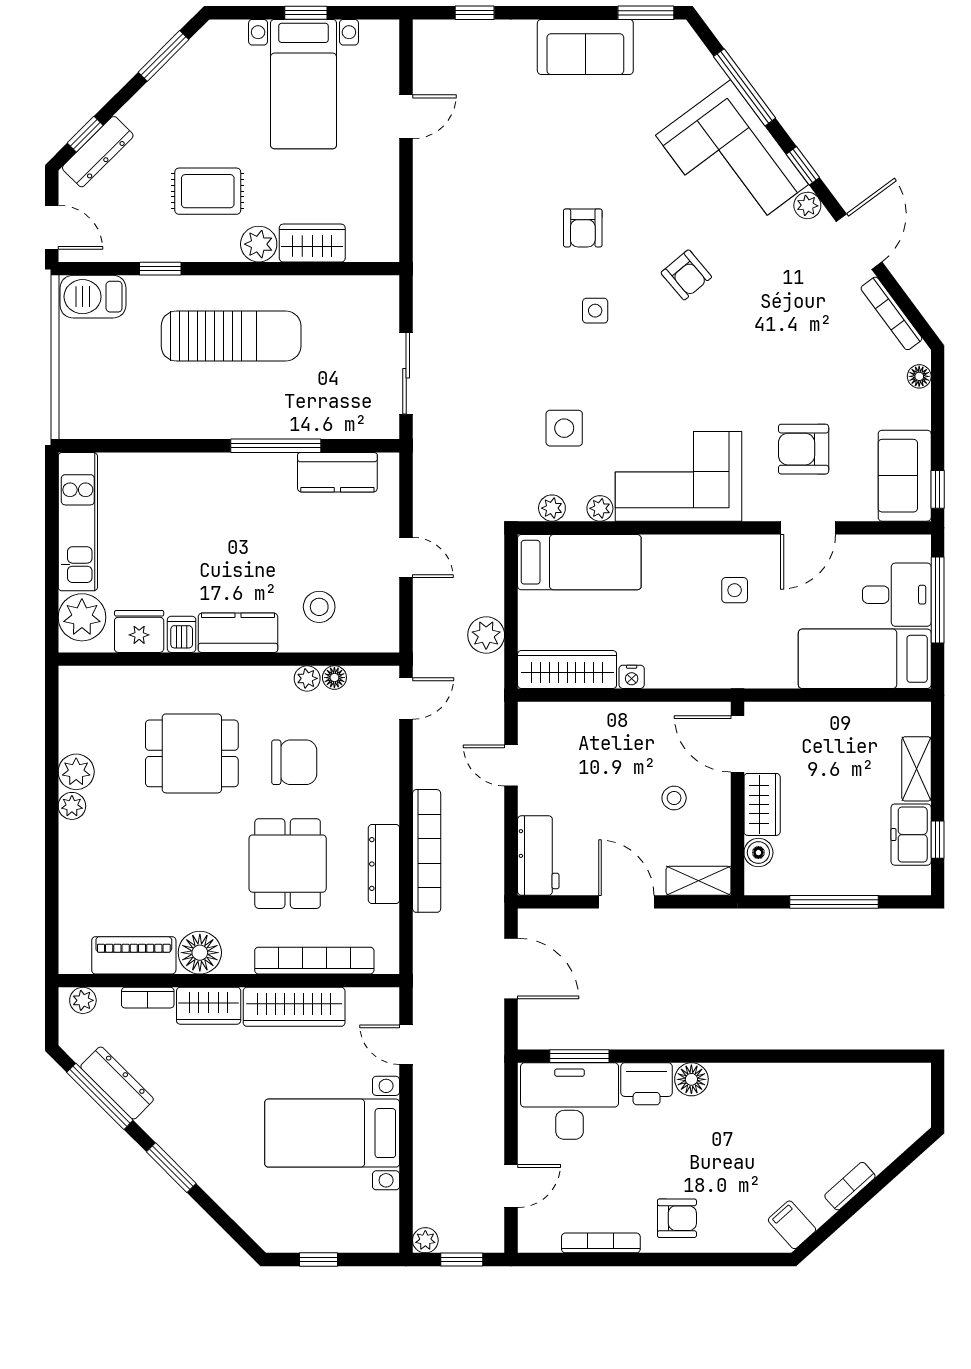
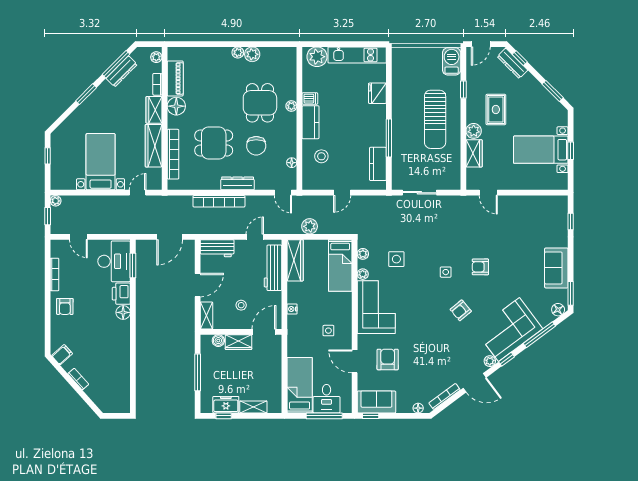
floor lamp: (685, 43) -> (558, 310), added
door: (406, 117) -> (488, 193), moved
fridge: (139, 631) -> (377, 93), moved, turned 180
nightstand: (632, 677) -> (292, 309), moved
plant: (307, 678) -> (291, 106), moved
workbench: (585, 722) -> (273, 268), added
dresser: (384, 864) -> (238, 183), moved

